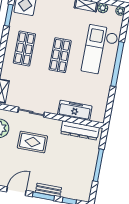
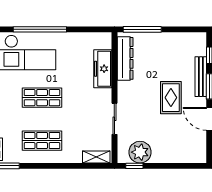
rug: (32, 142) -> (171, 98), moved
window: (98, 165) -> (142, 29), moved
bench: (48, 190) -> (201, 77), width x1.36

